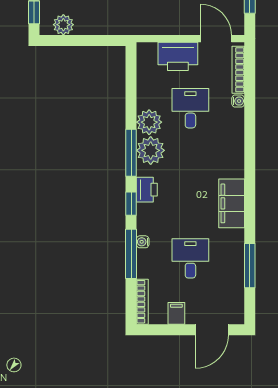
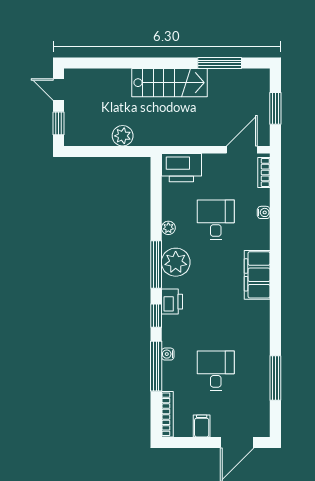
plant: (63, 25) -> (123, 136), moved
door: (216, 39) -> (242, 150), hinge flipped
printer: (178, 56) -> (181, 168), moved
bookcase: (238, 70) -> (264, 173), width x0.64
plant: (149, 122) -> (168, 228), width x0.53, depth x0.53
filing cabinet: (232, 203) -> (257, 275), moved

